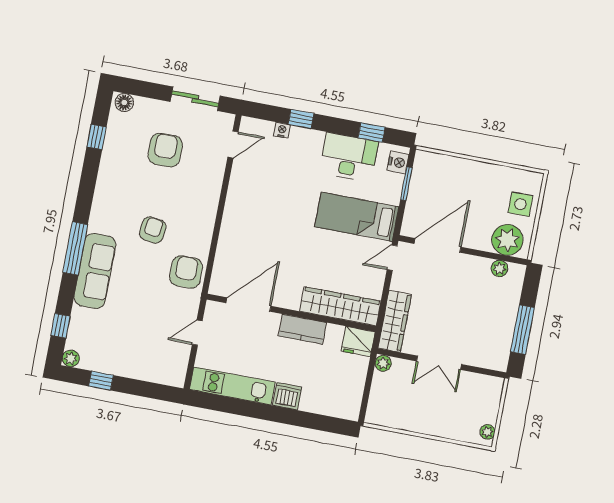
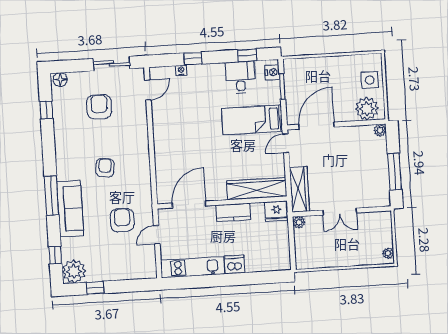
desk: (349, 157) -> (240, 77), width x0.73
plant: (499, 268) -> (380, 130), moved
armchair: (186, 272) -> (122, 220), moved
plant: (71, 358) -> (74, 271), width x1.87, depth x1.87

